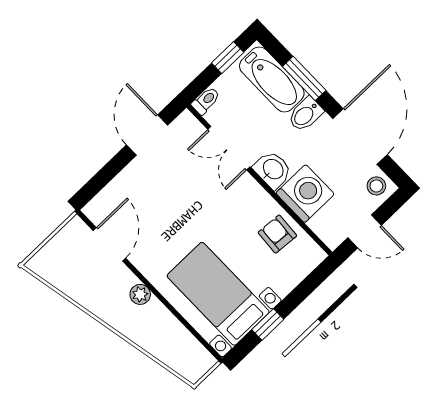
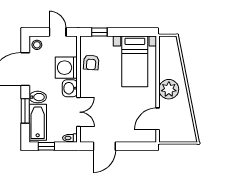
plant: (140, 294) -> (169, 89), width x1.88, depth x1.88
window: (268, 325) -> (99, 32), moved

